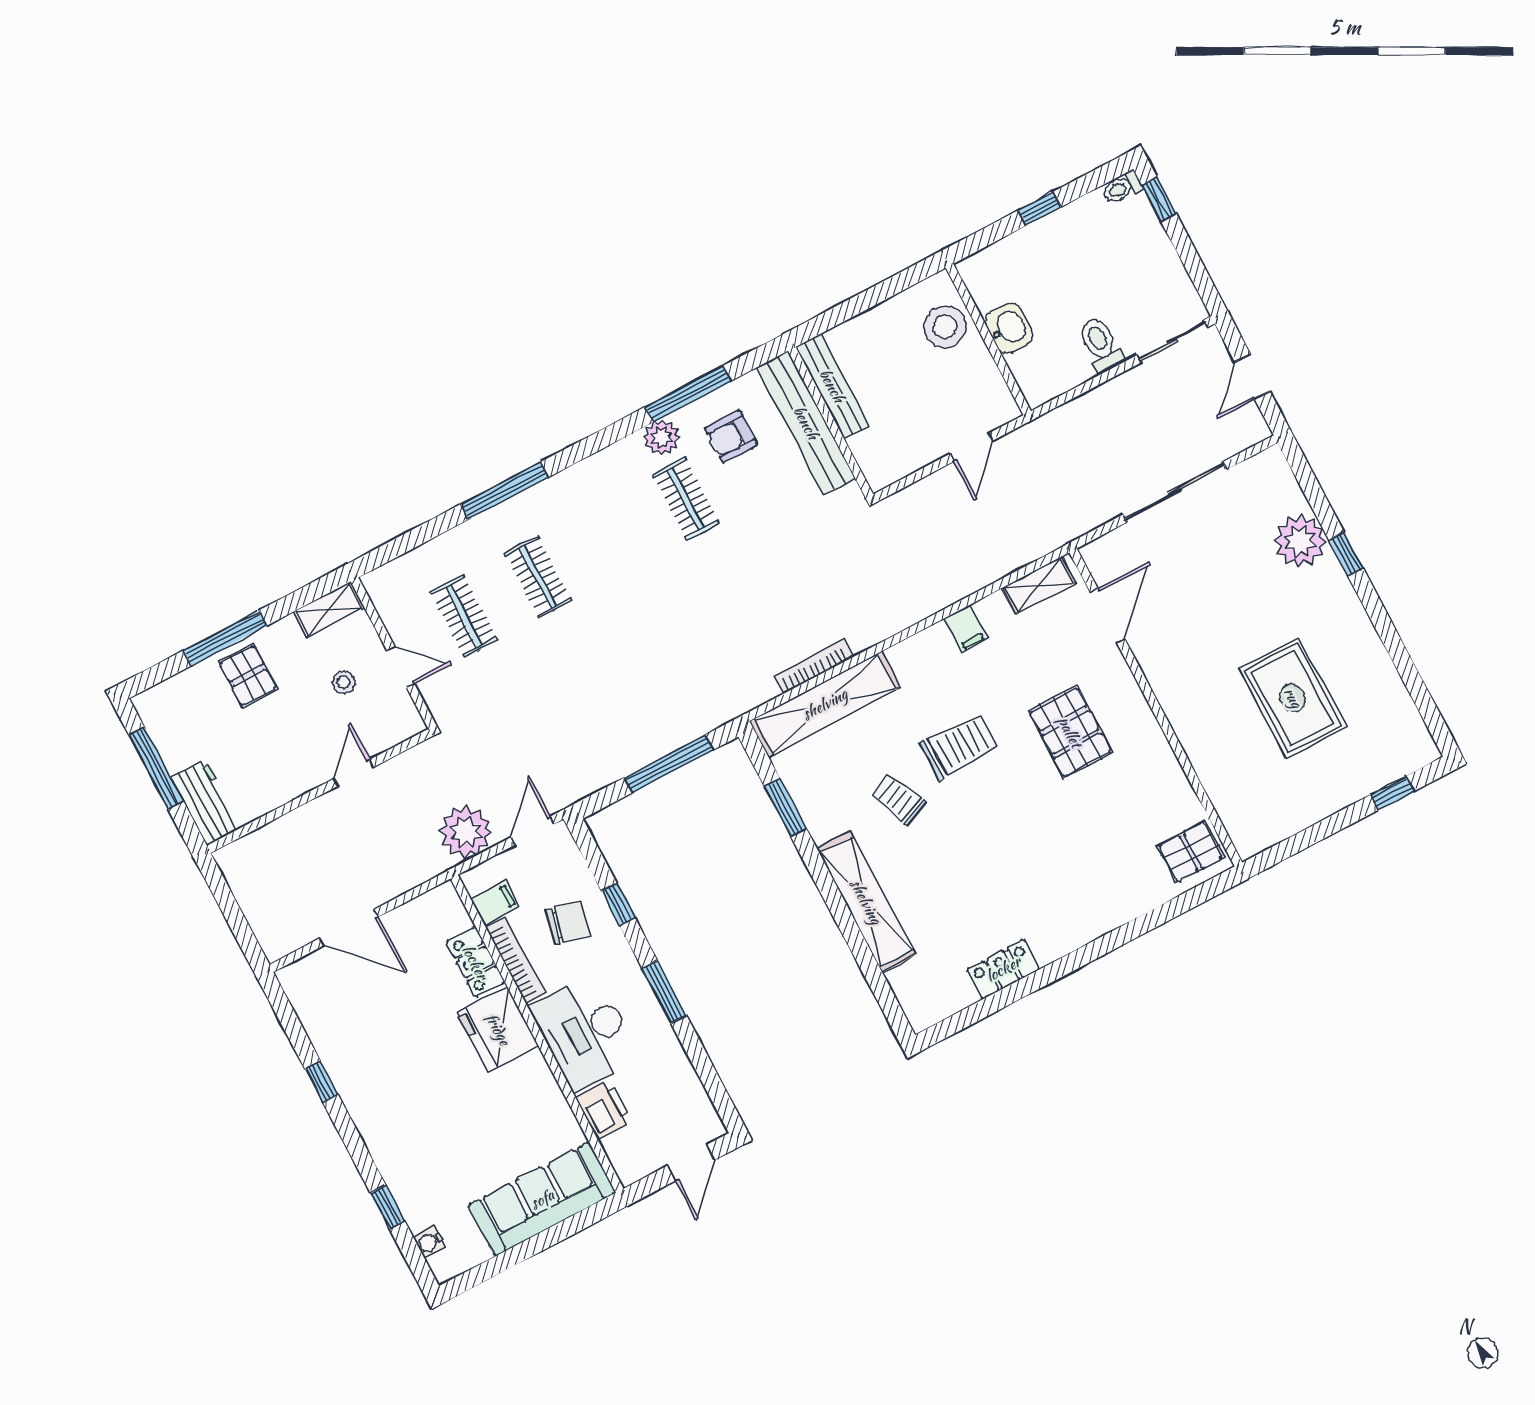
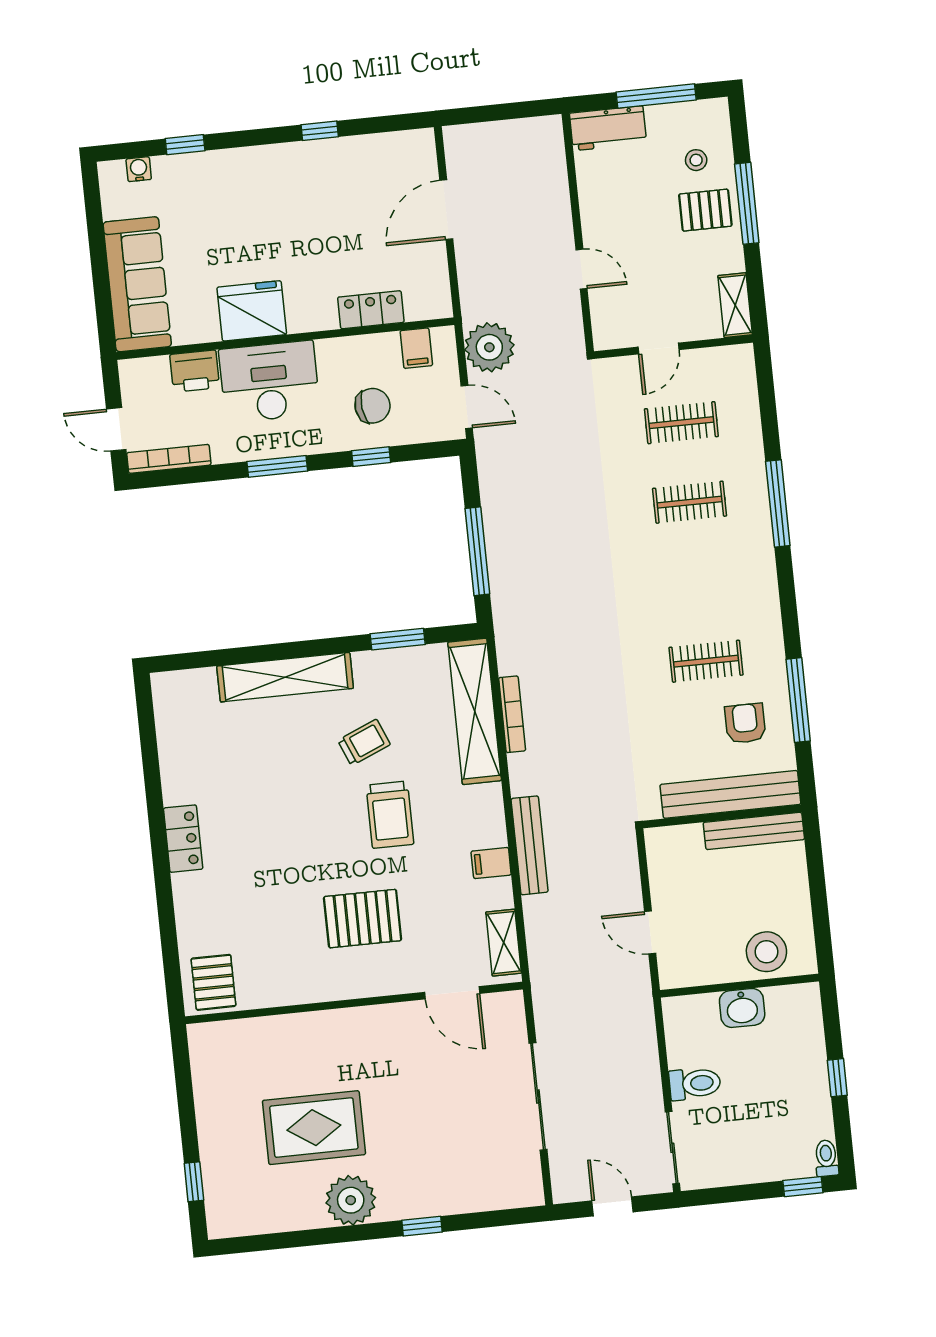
plant: (662, 437) -> (769, 661), removed
plant: (1300, 541) -> (351, 1200), moved
bench: (934, 598) -> (530, 845), added
stool: (344, 682) -> (696, 160), moved
chair: (568, 923) -> (373, 406), turned -111
bookcase: (516, 961) -> (169, 459), moved, turned 180
locker: (1003, 969) -> (183, 839), moved
fridge: (498, 1029) -> (252, 311), moved

